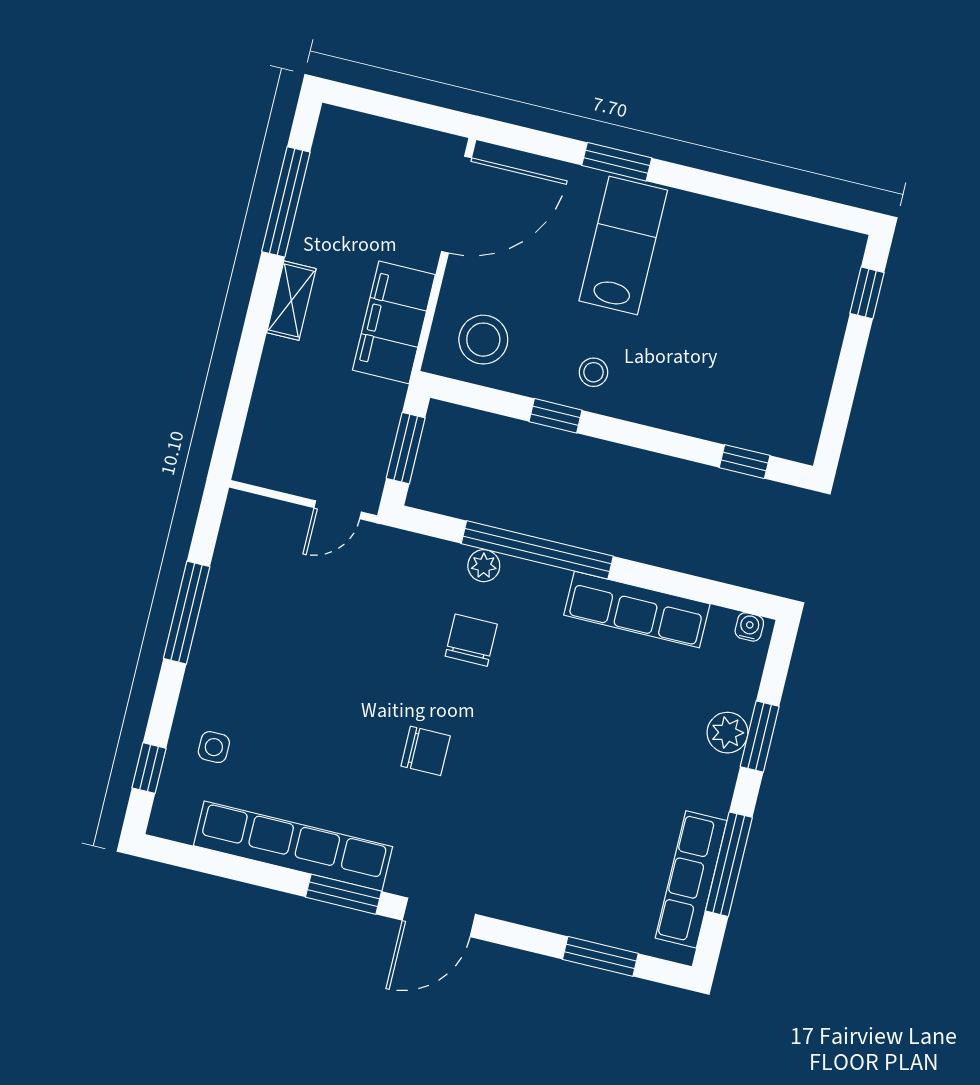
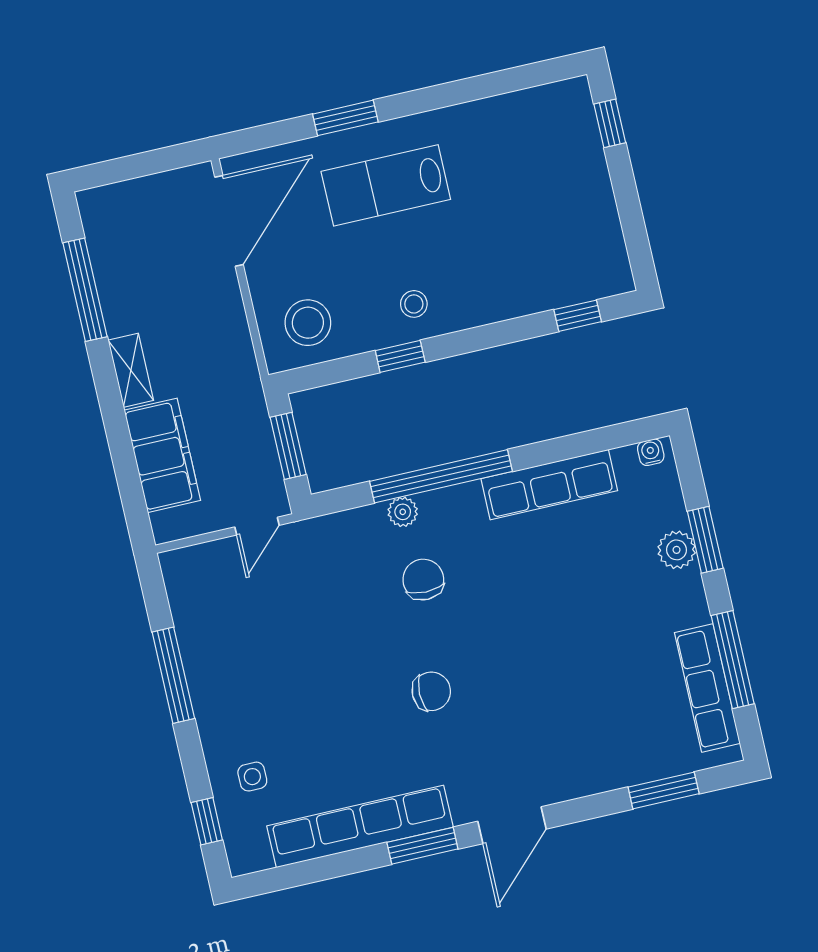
lab bench: (623, 246) -> (386, 185), turned -90
filing cabinet: (394, 322) -> (162, 455), moved, turned 180

